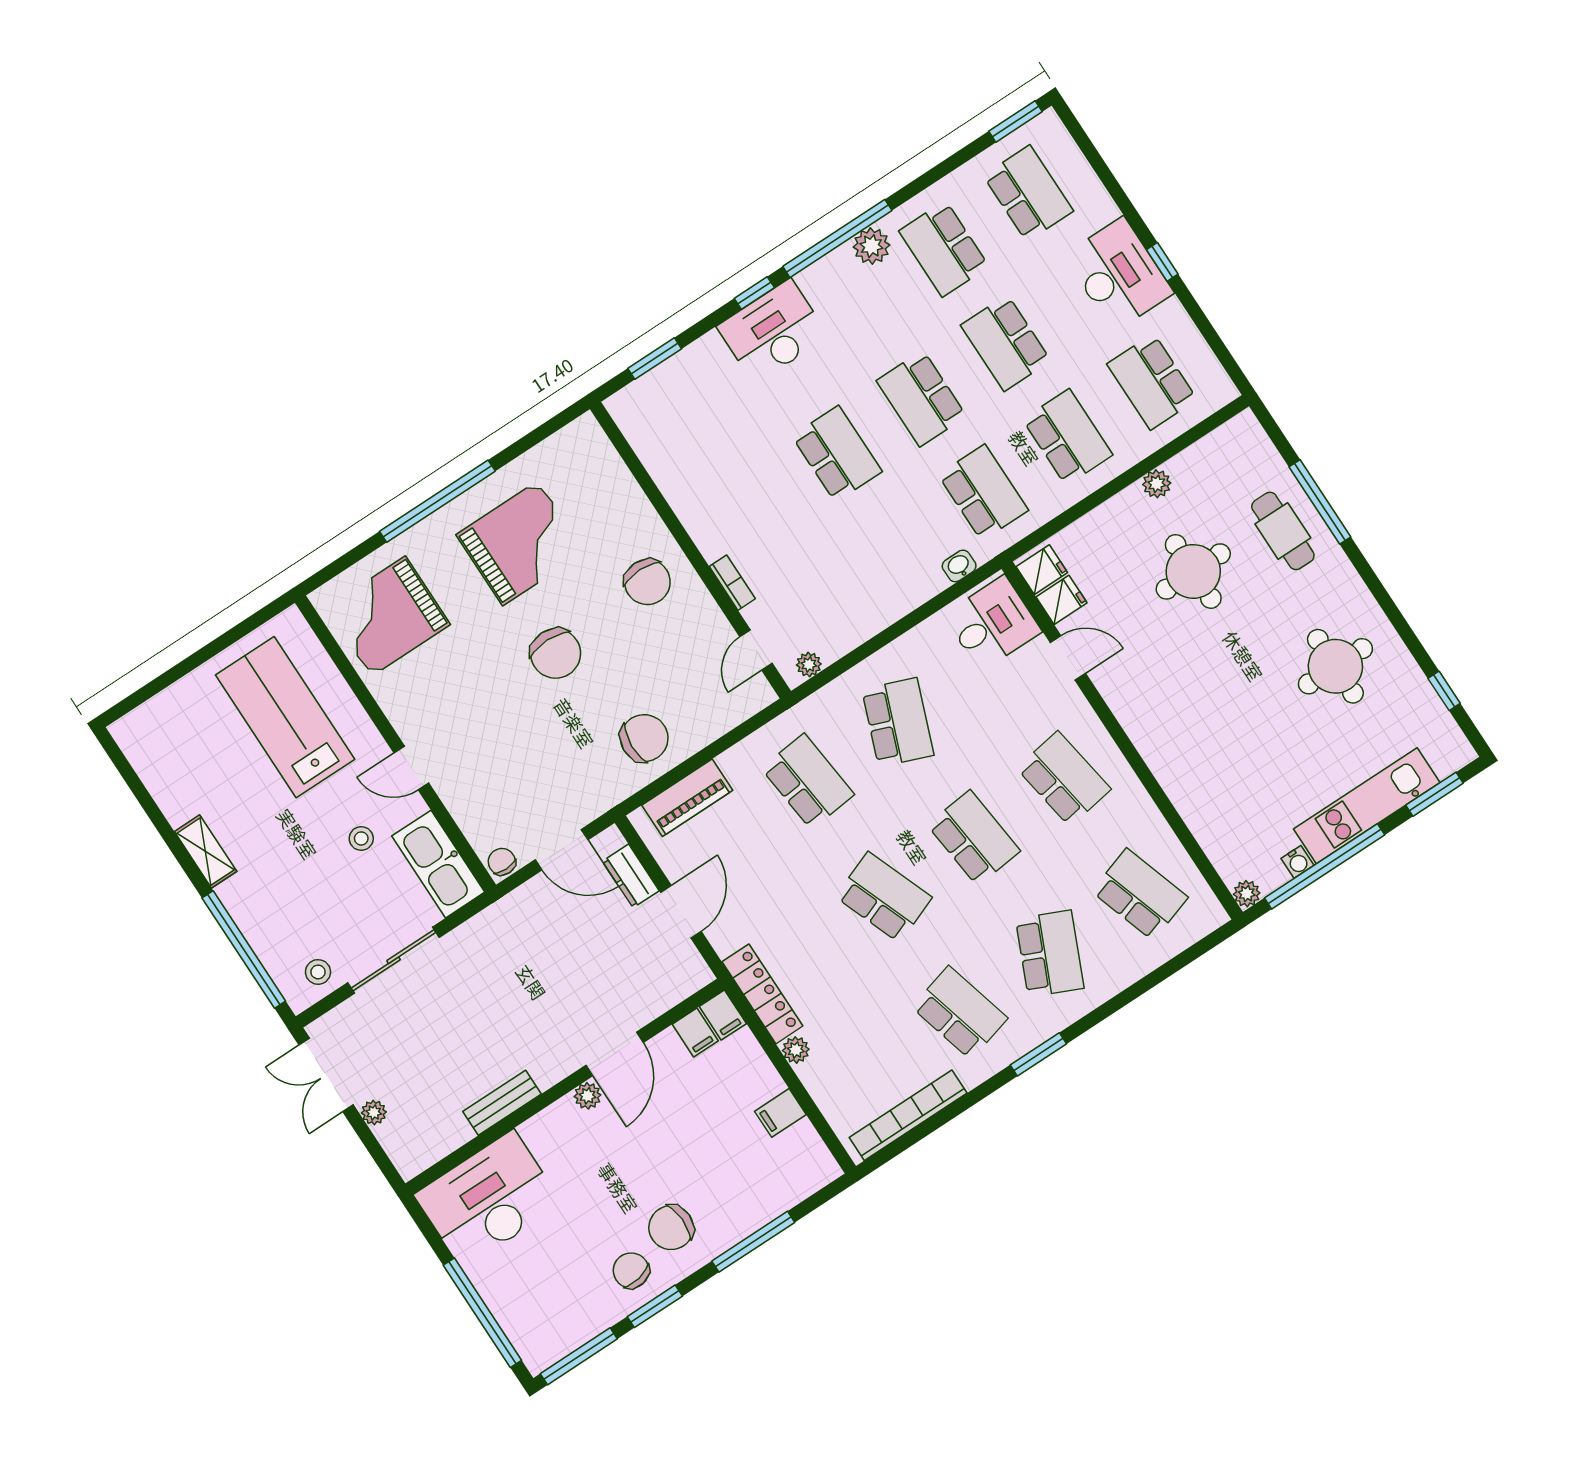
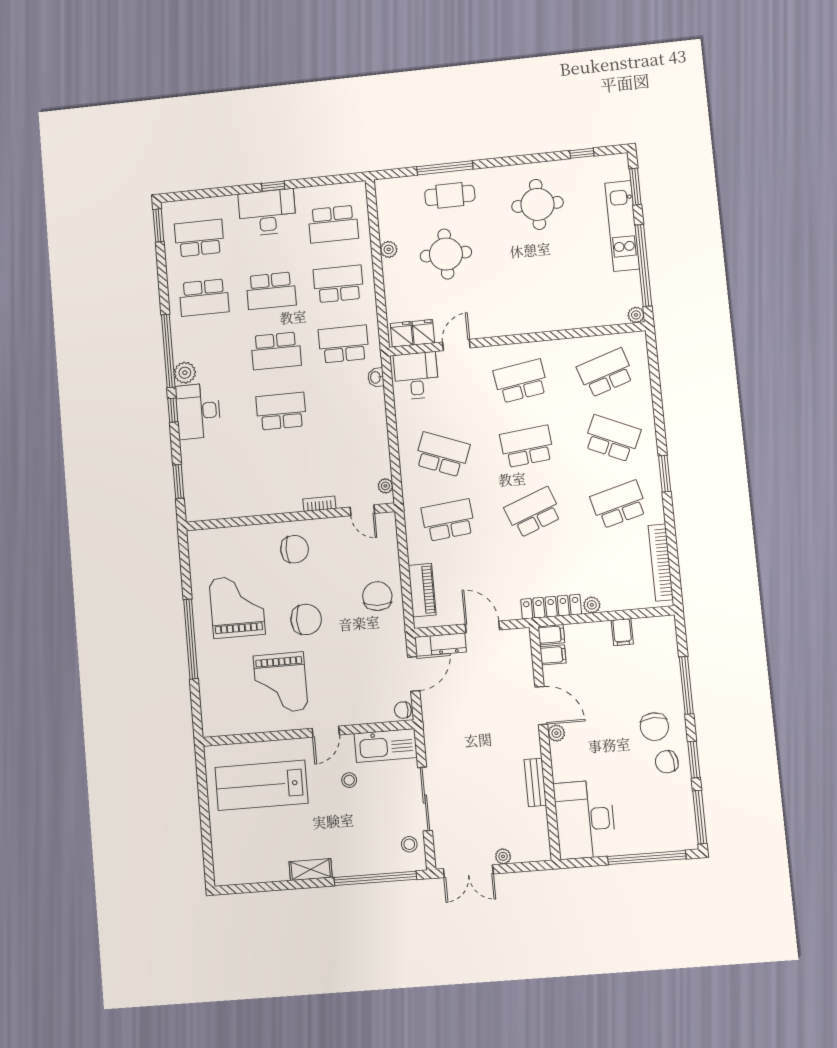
plant: (871, 246) -> (185, 373), moved
grand piano: (388, 616) -> (281, 683), moved
water cooler: (1297, 862) -> (633, 279), removed

